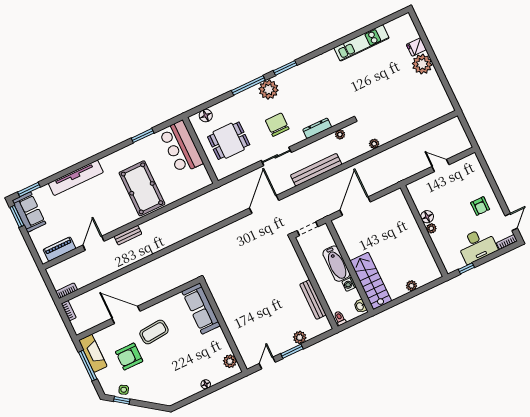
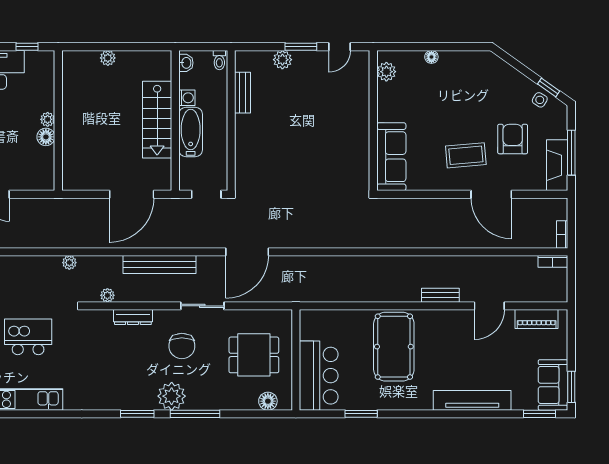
kitchen island: (378, 84) -> (28, 337), added
stairs: (371, 281) -> (157, 120), moved
bench: (313, 300) -> (243, 93), width x0.73
armchair: (129, 357) -> (513, 139), turned -90

